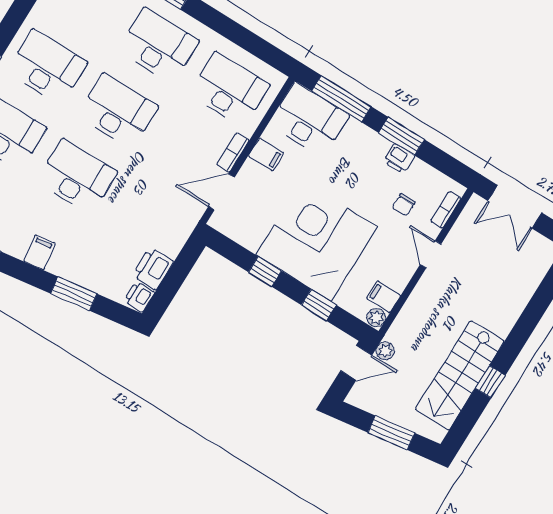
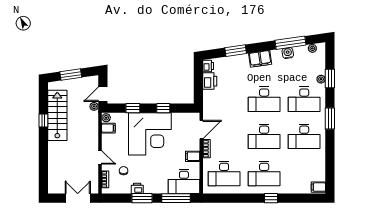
filing cabinet: (40, 252) -> (260, 59), width x2.00

